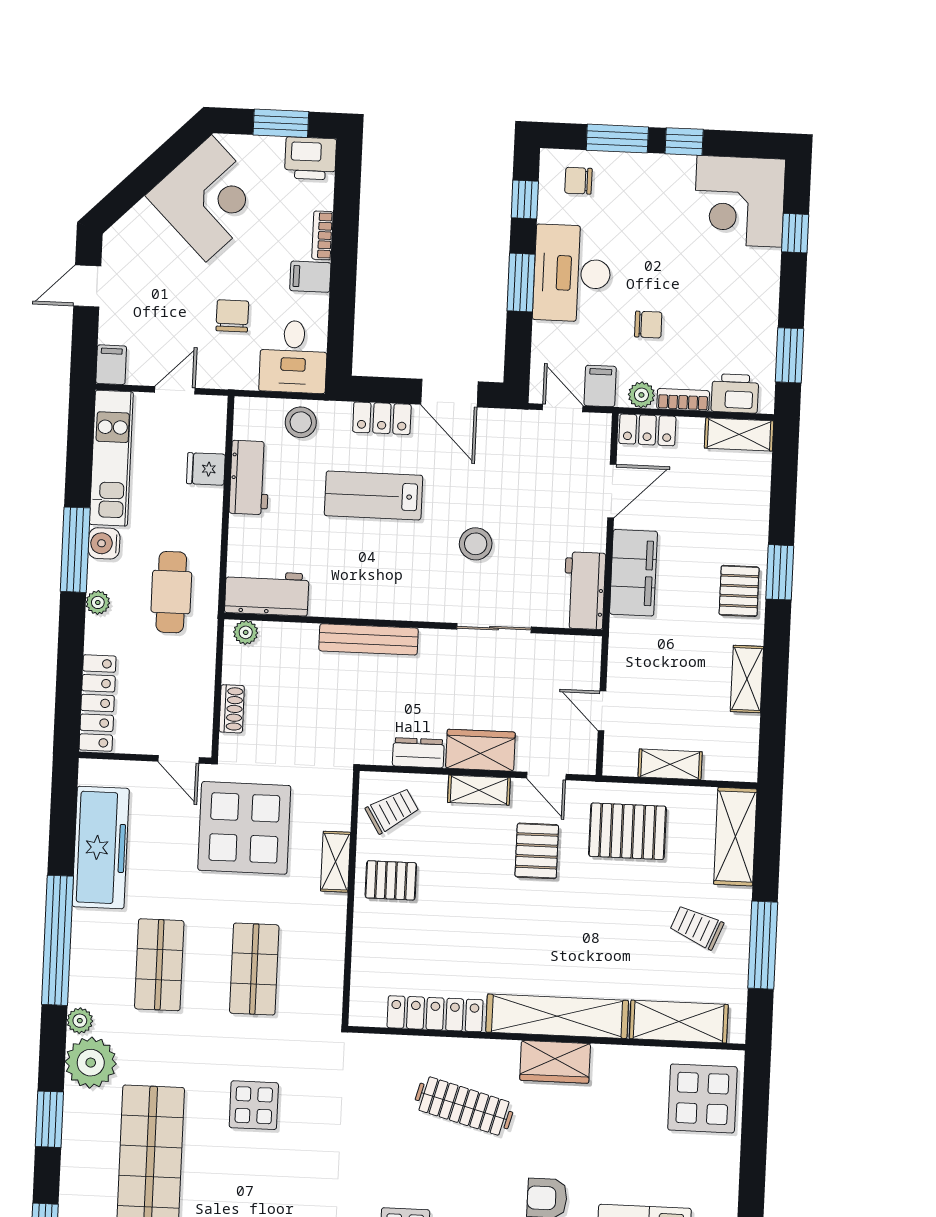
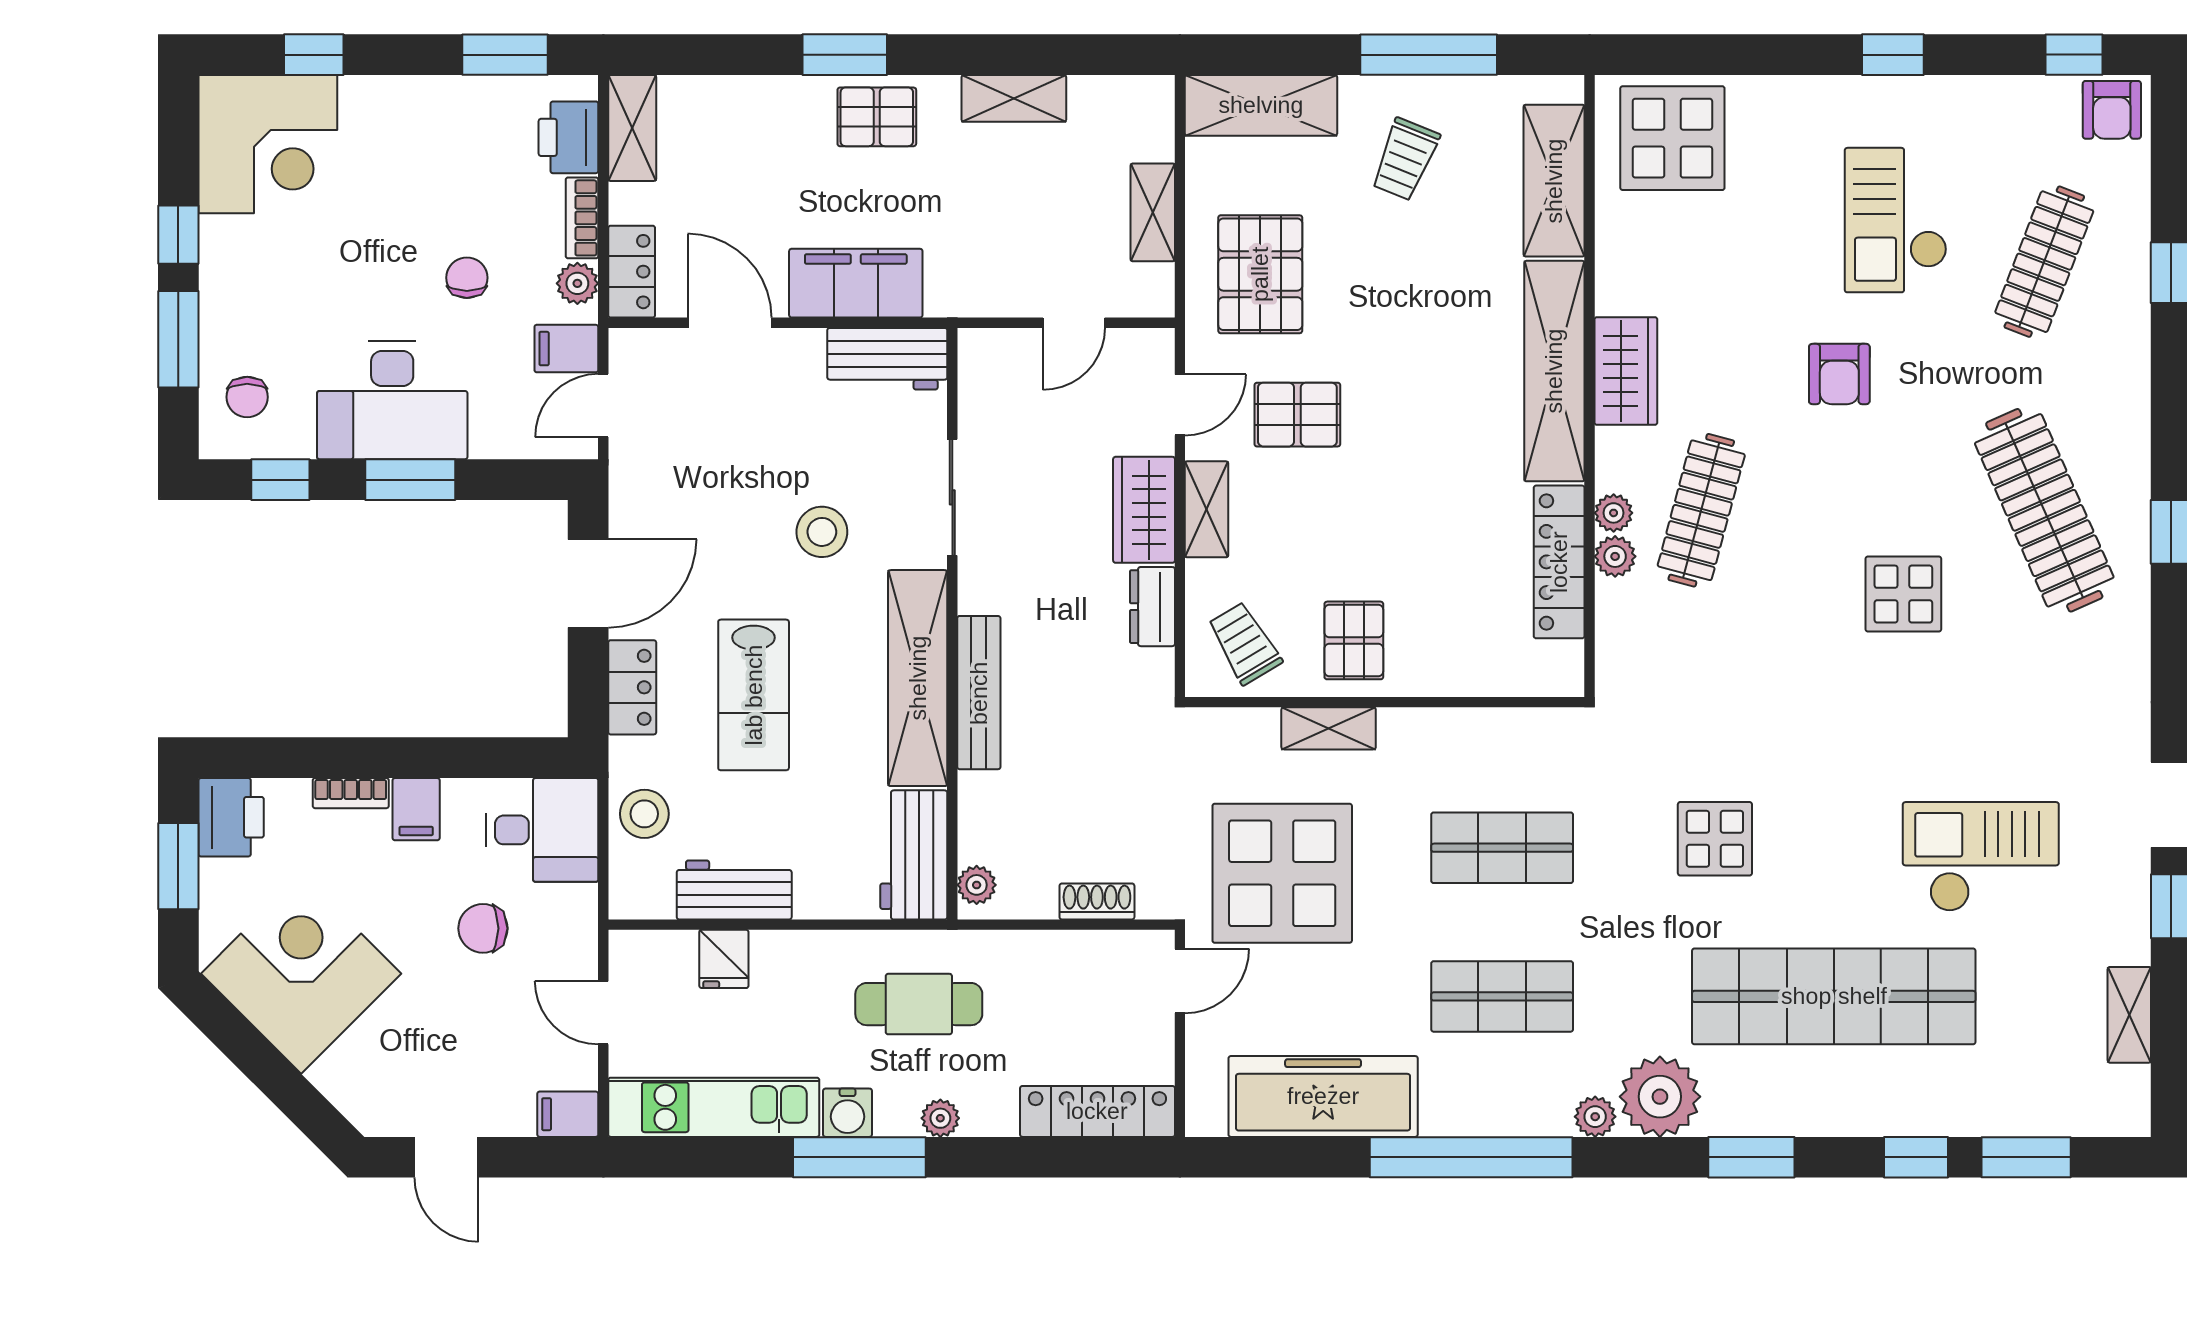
shelving: (380, 601) -> (918, 678), added
plant: (437, 1050) -> (1615, 556), added
plant: (465, 1050) -> (1614, 513), added

